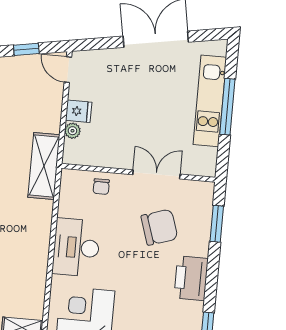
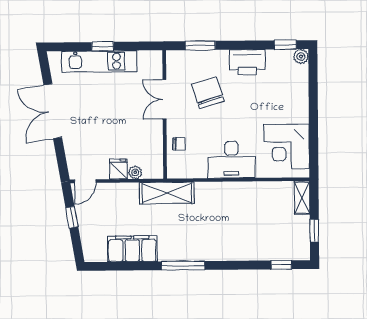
window: (227, 107) -> (103, 46), width x0.46

